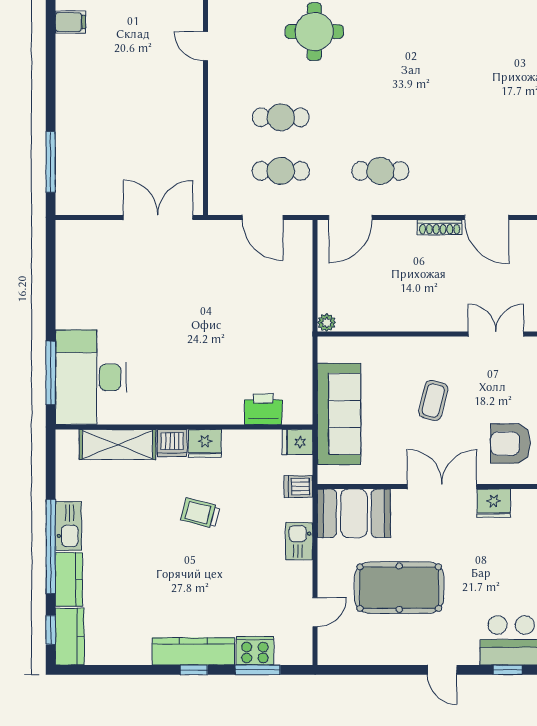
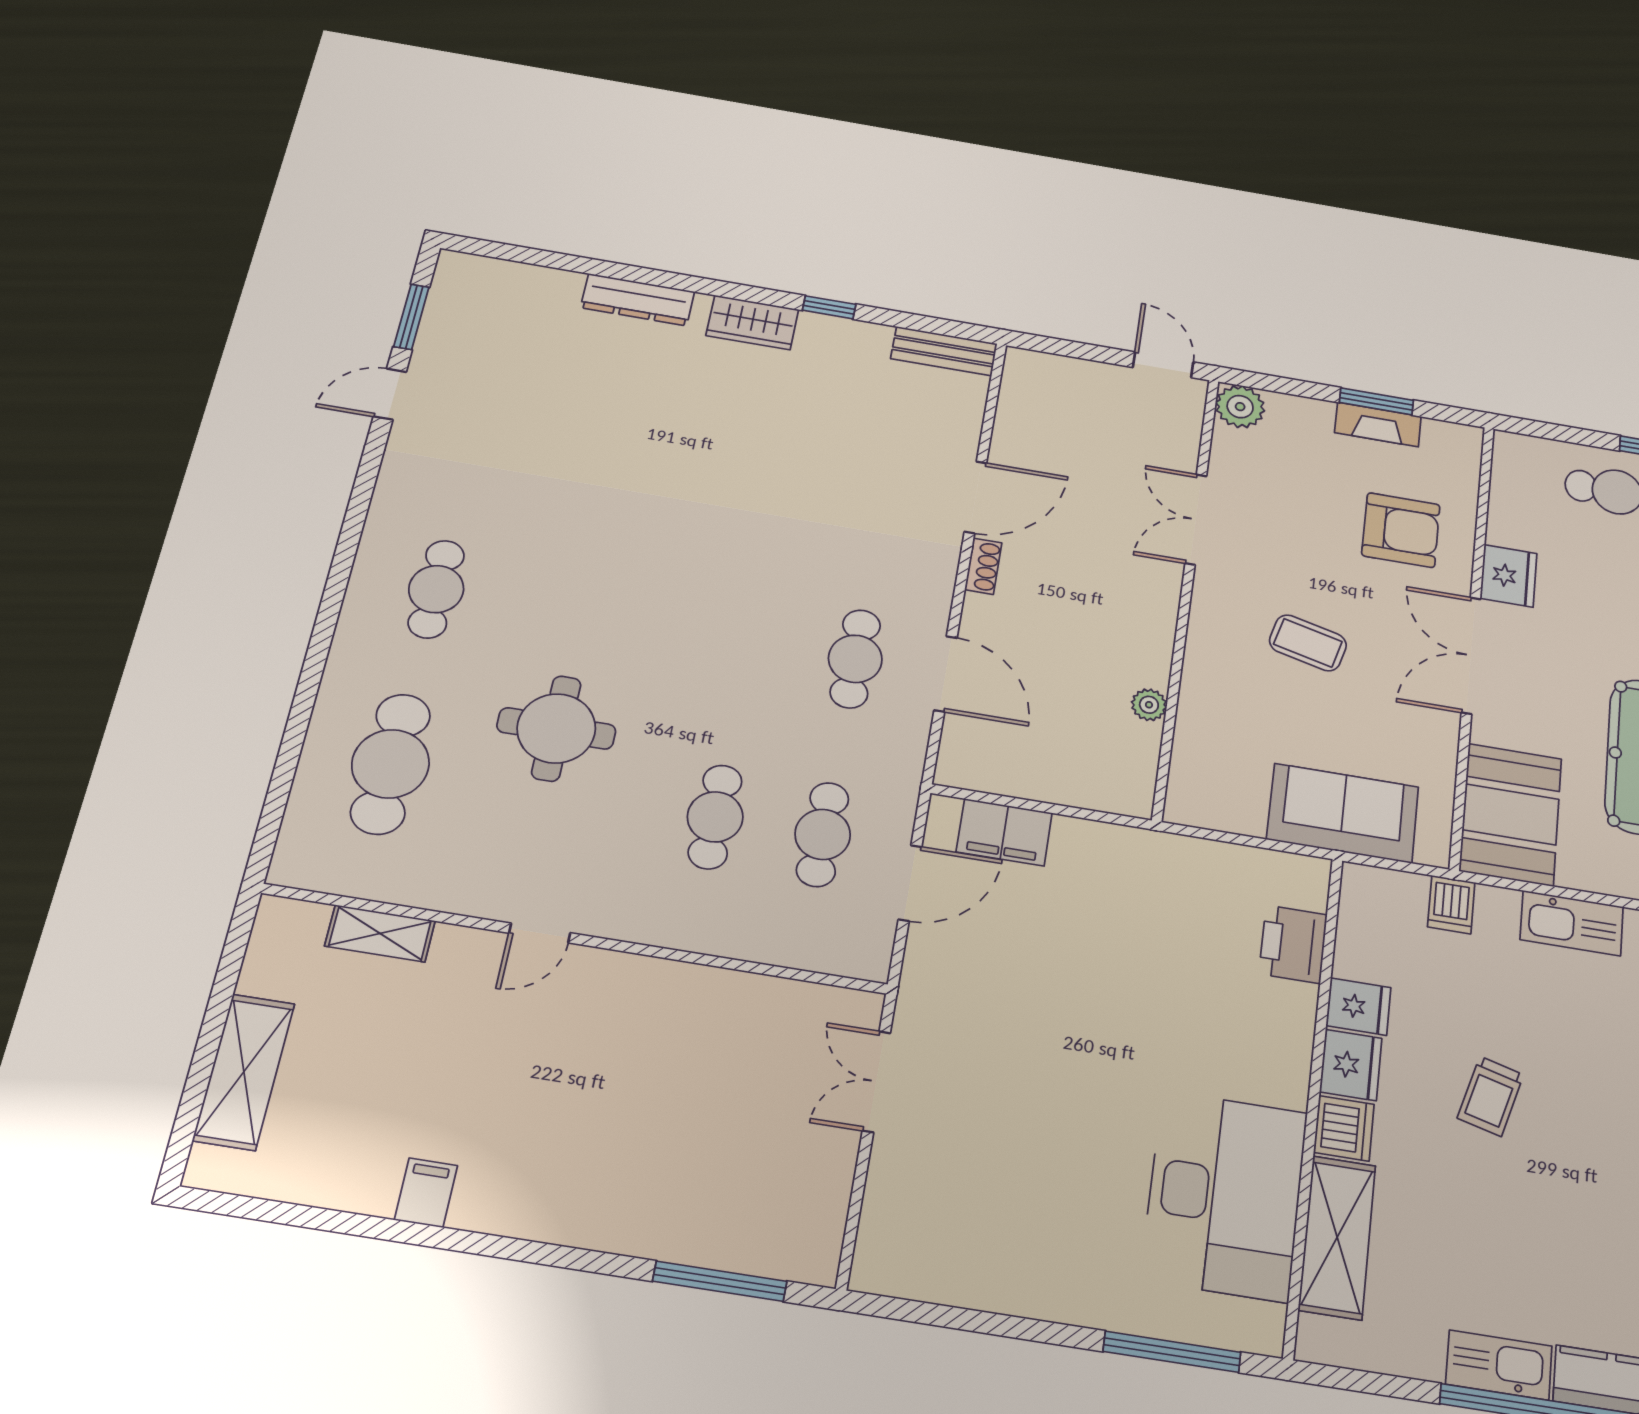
double door: (158, 217) -> (876, 1081), width x0.73
door: (350, 217) -> (946, 674), moved
shoe rack: (440, 227) -> (983, 566), width x0.70
filing cabinet: (298, 259) -> (1004, 832), added
plant: (327, 323) -> (1149, 705), moved
desk: (91, 377) -> (1225, 1195), moved, turned -90
sofa: (339, 414) -> (1343, 813), width x0.73
fridge: (298, 442) -> (1359, 1007), moved, turned -90
armchair: (511, 444) -> (1401, 530), turned -90
kitchen sink: (299, 541) -> (1572, 923), width x1.38

